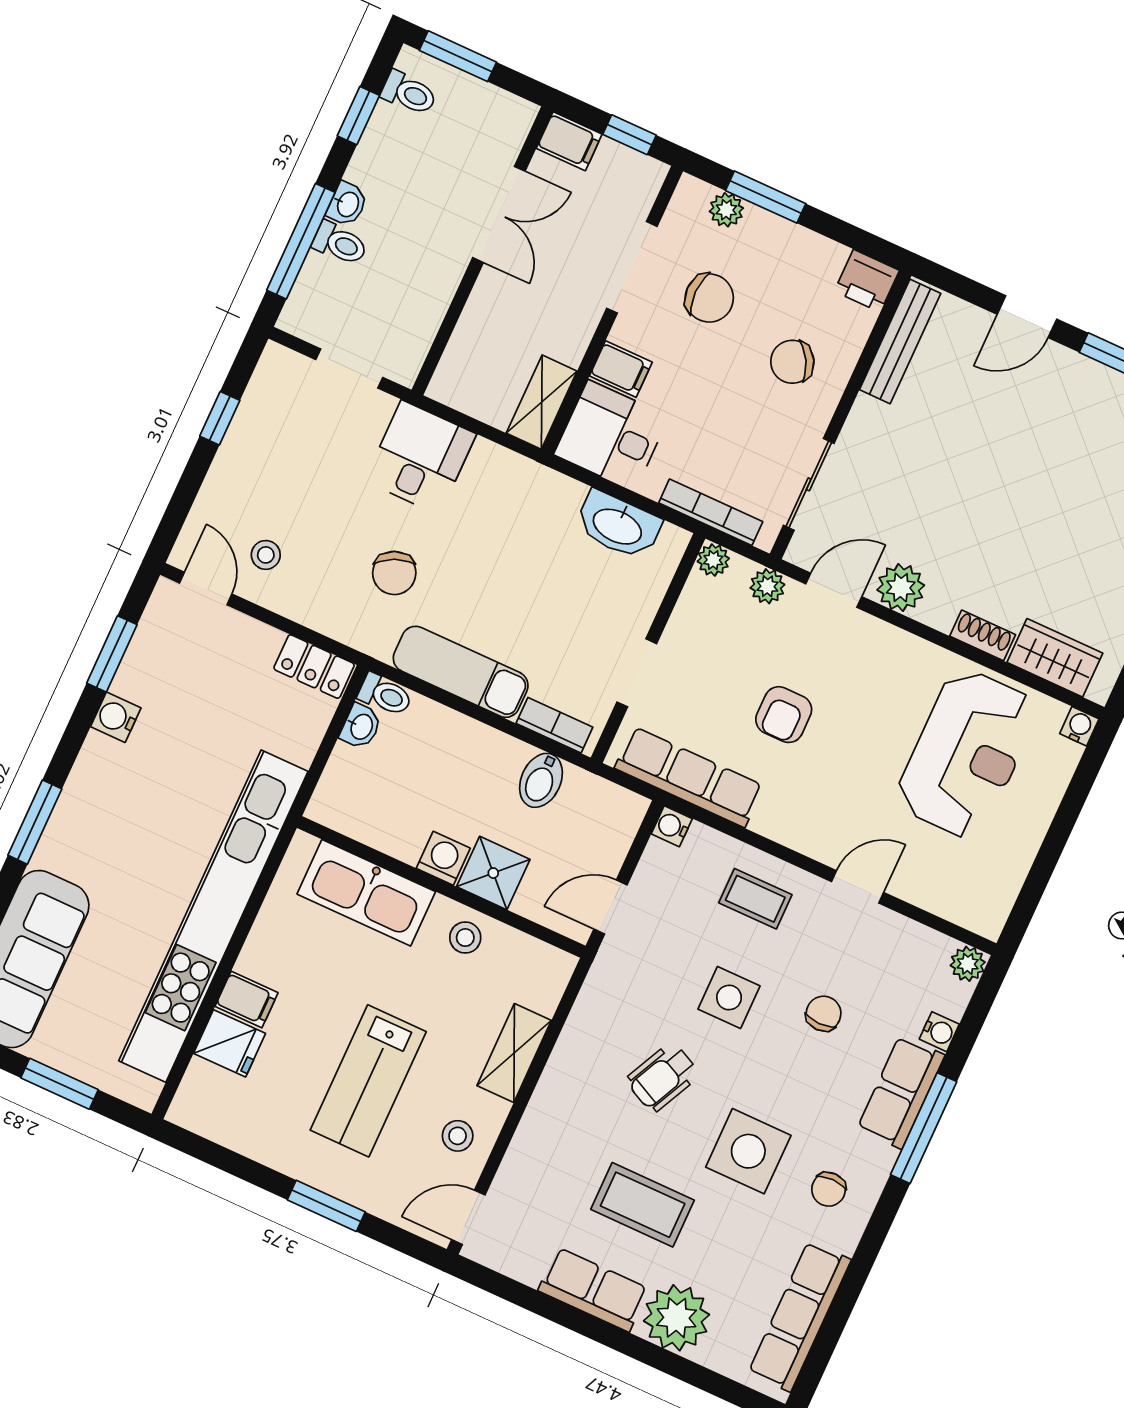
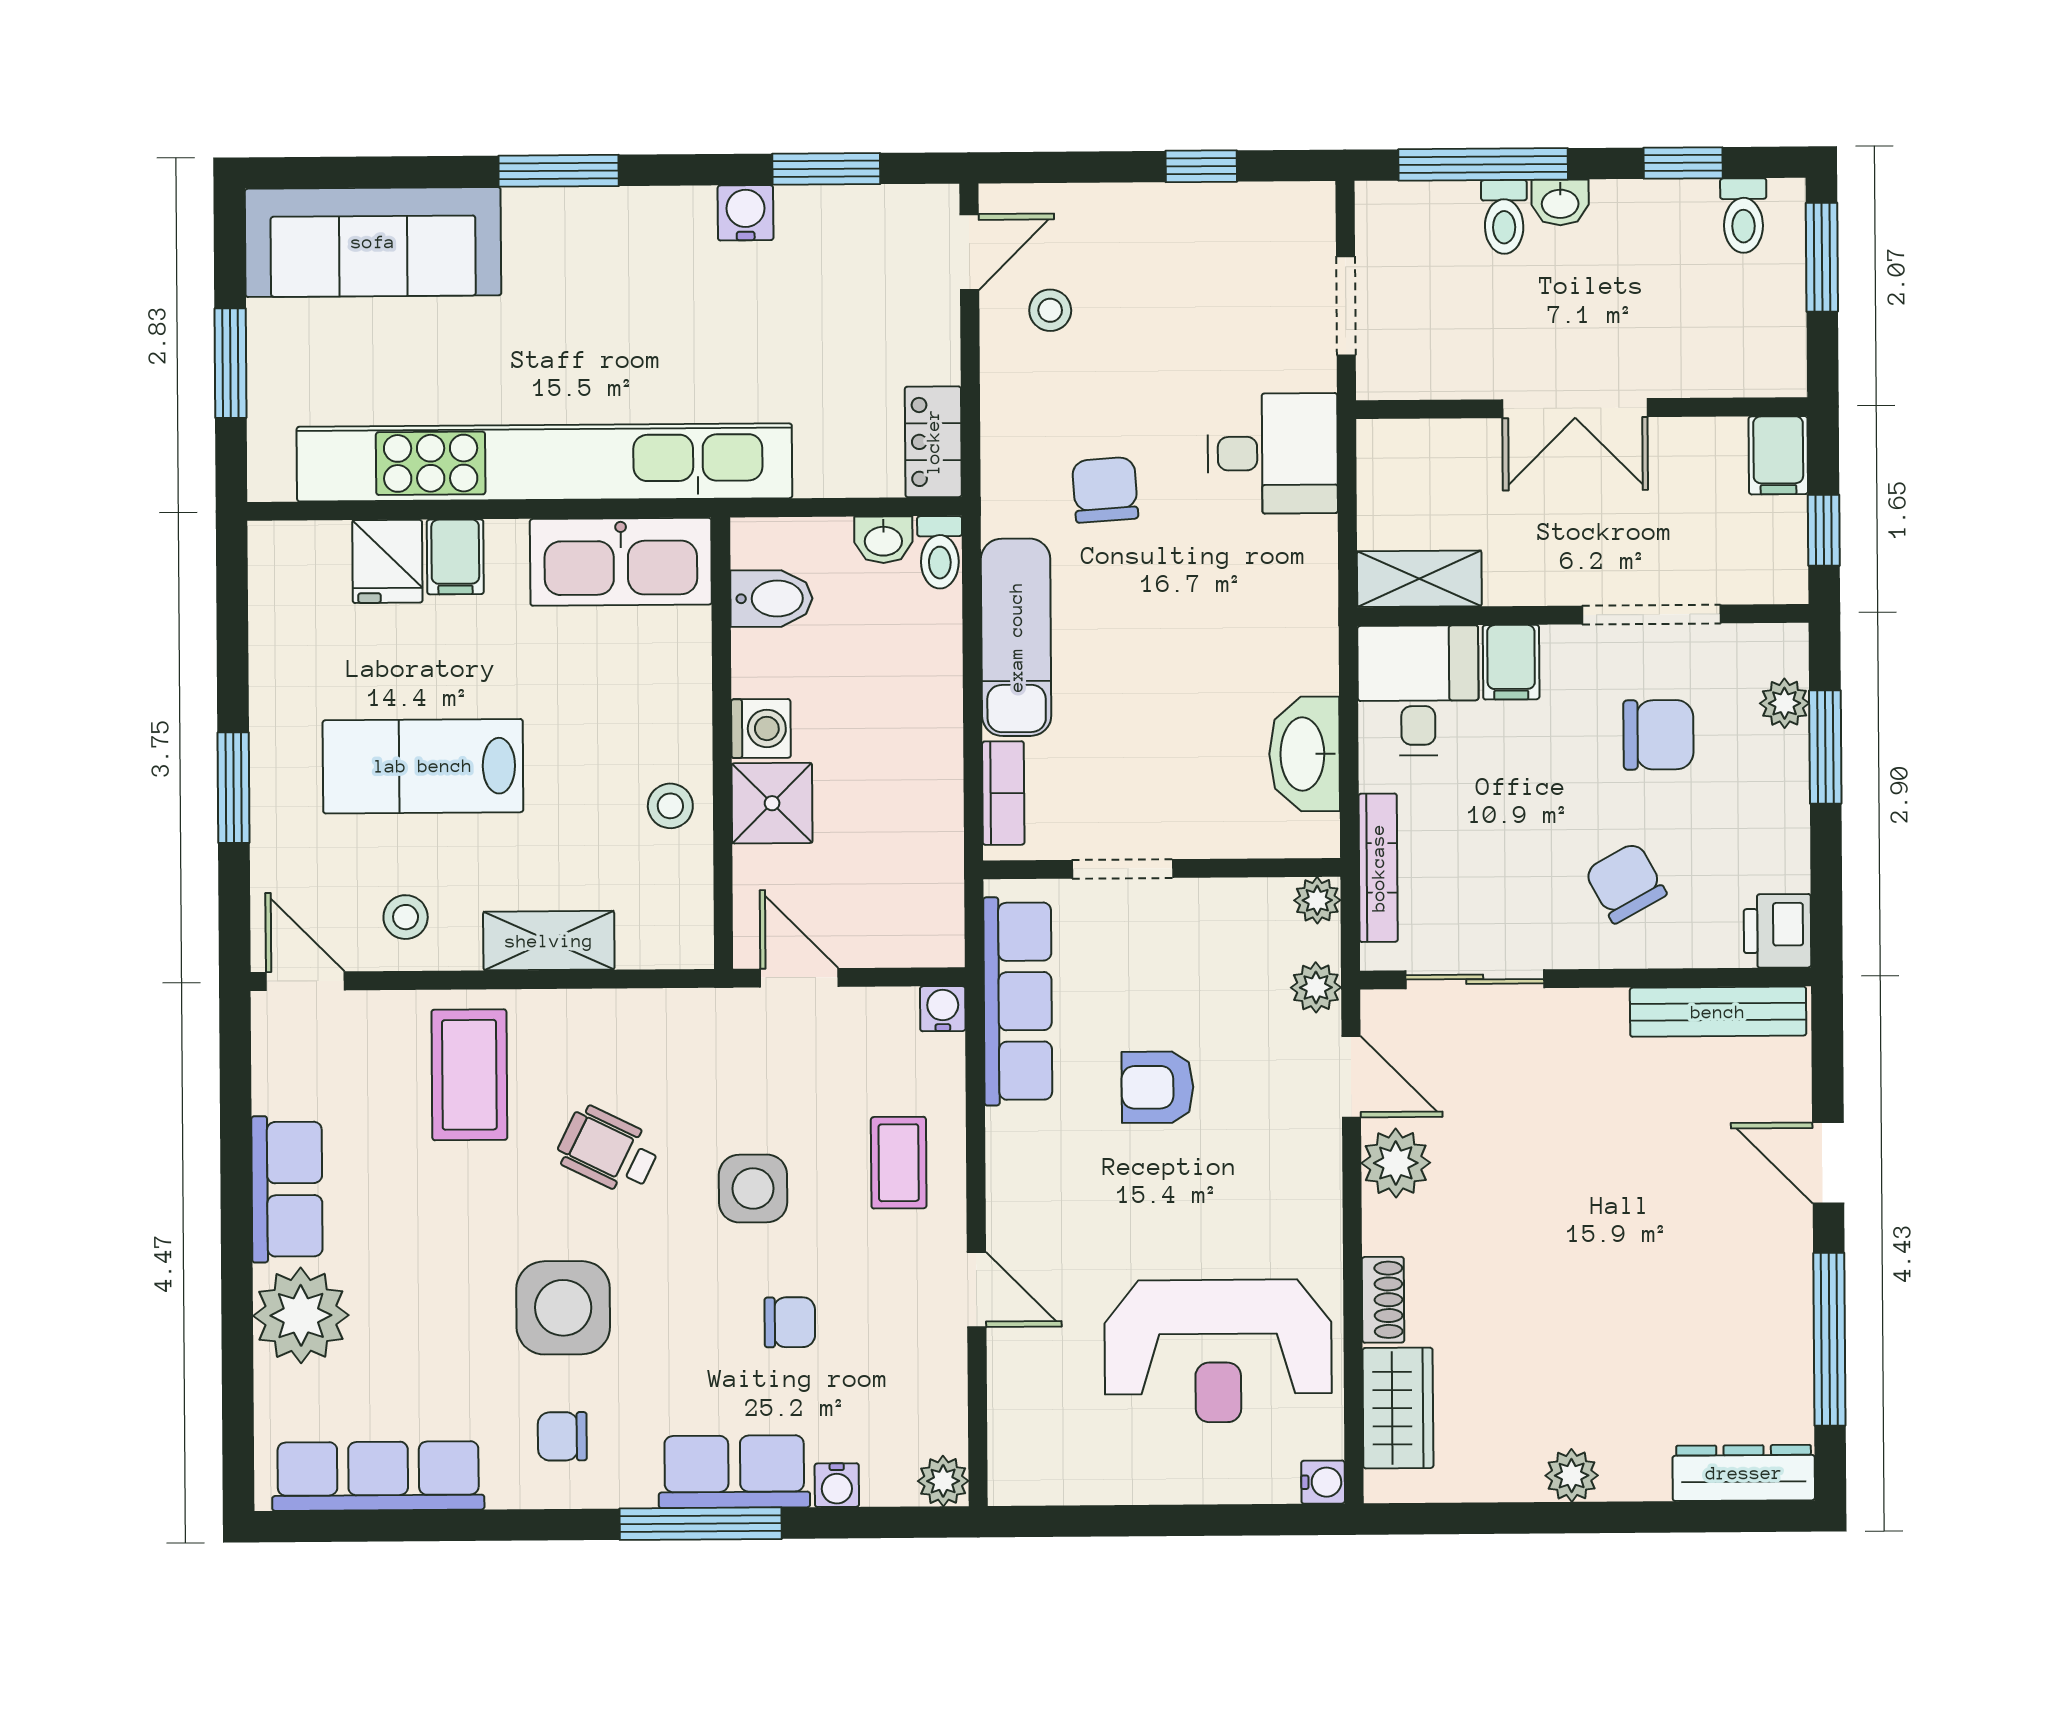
double door: (499, 214) -> (1575, 408), moved
chair: (709, 298) -> (1658, 735), turned -90
chair: (394, 573) -> (1105, 490), turned 110
bidet: (541, 780) -> (771, 599), moved, turned 180
kitchen sink: (366, 893) -> (621, 562), moved, turned -90
coffee table: (643, 1205) -> (469, 1075), moved

